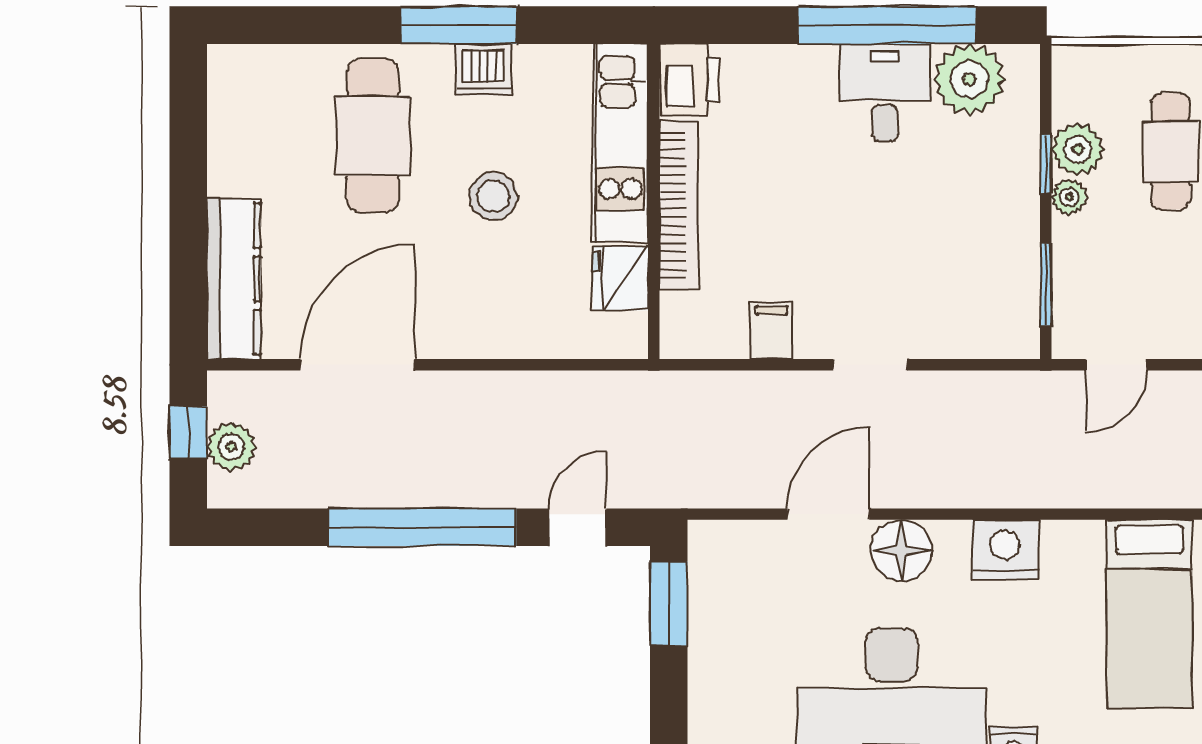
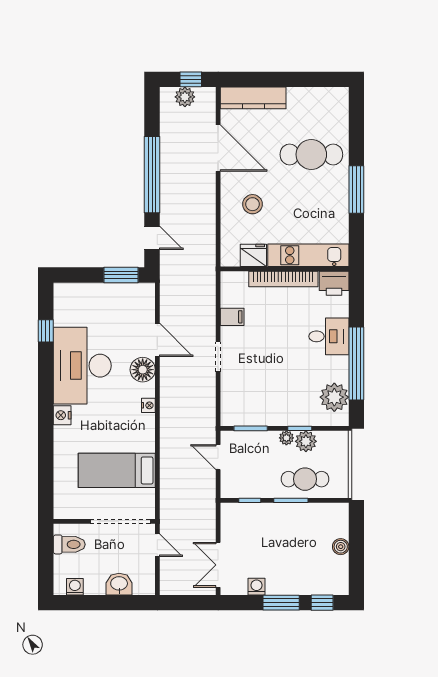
dishwasher: (483, 70) -> (338, 199), removed
desk: (885, 93) -> (329, 336), moved
stool: (493, 196) -> (252, 204), moved
nightstand: (1005, 550) -> (148, 405), width x0.53, depth x0.56

